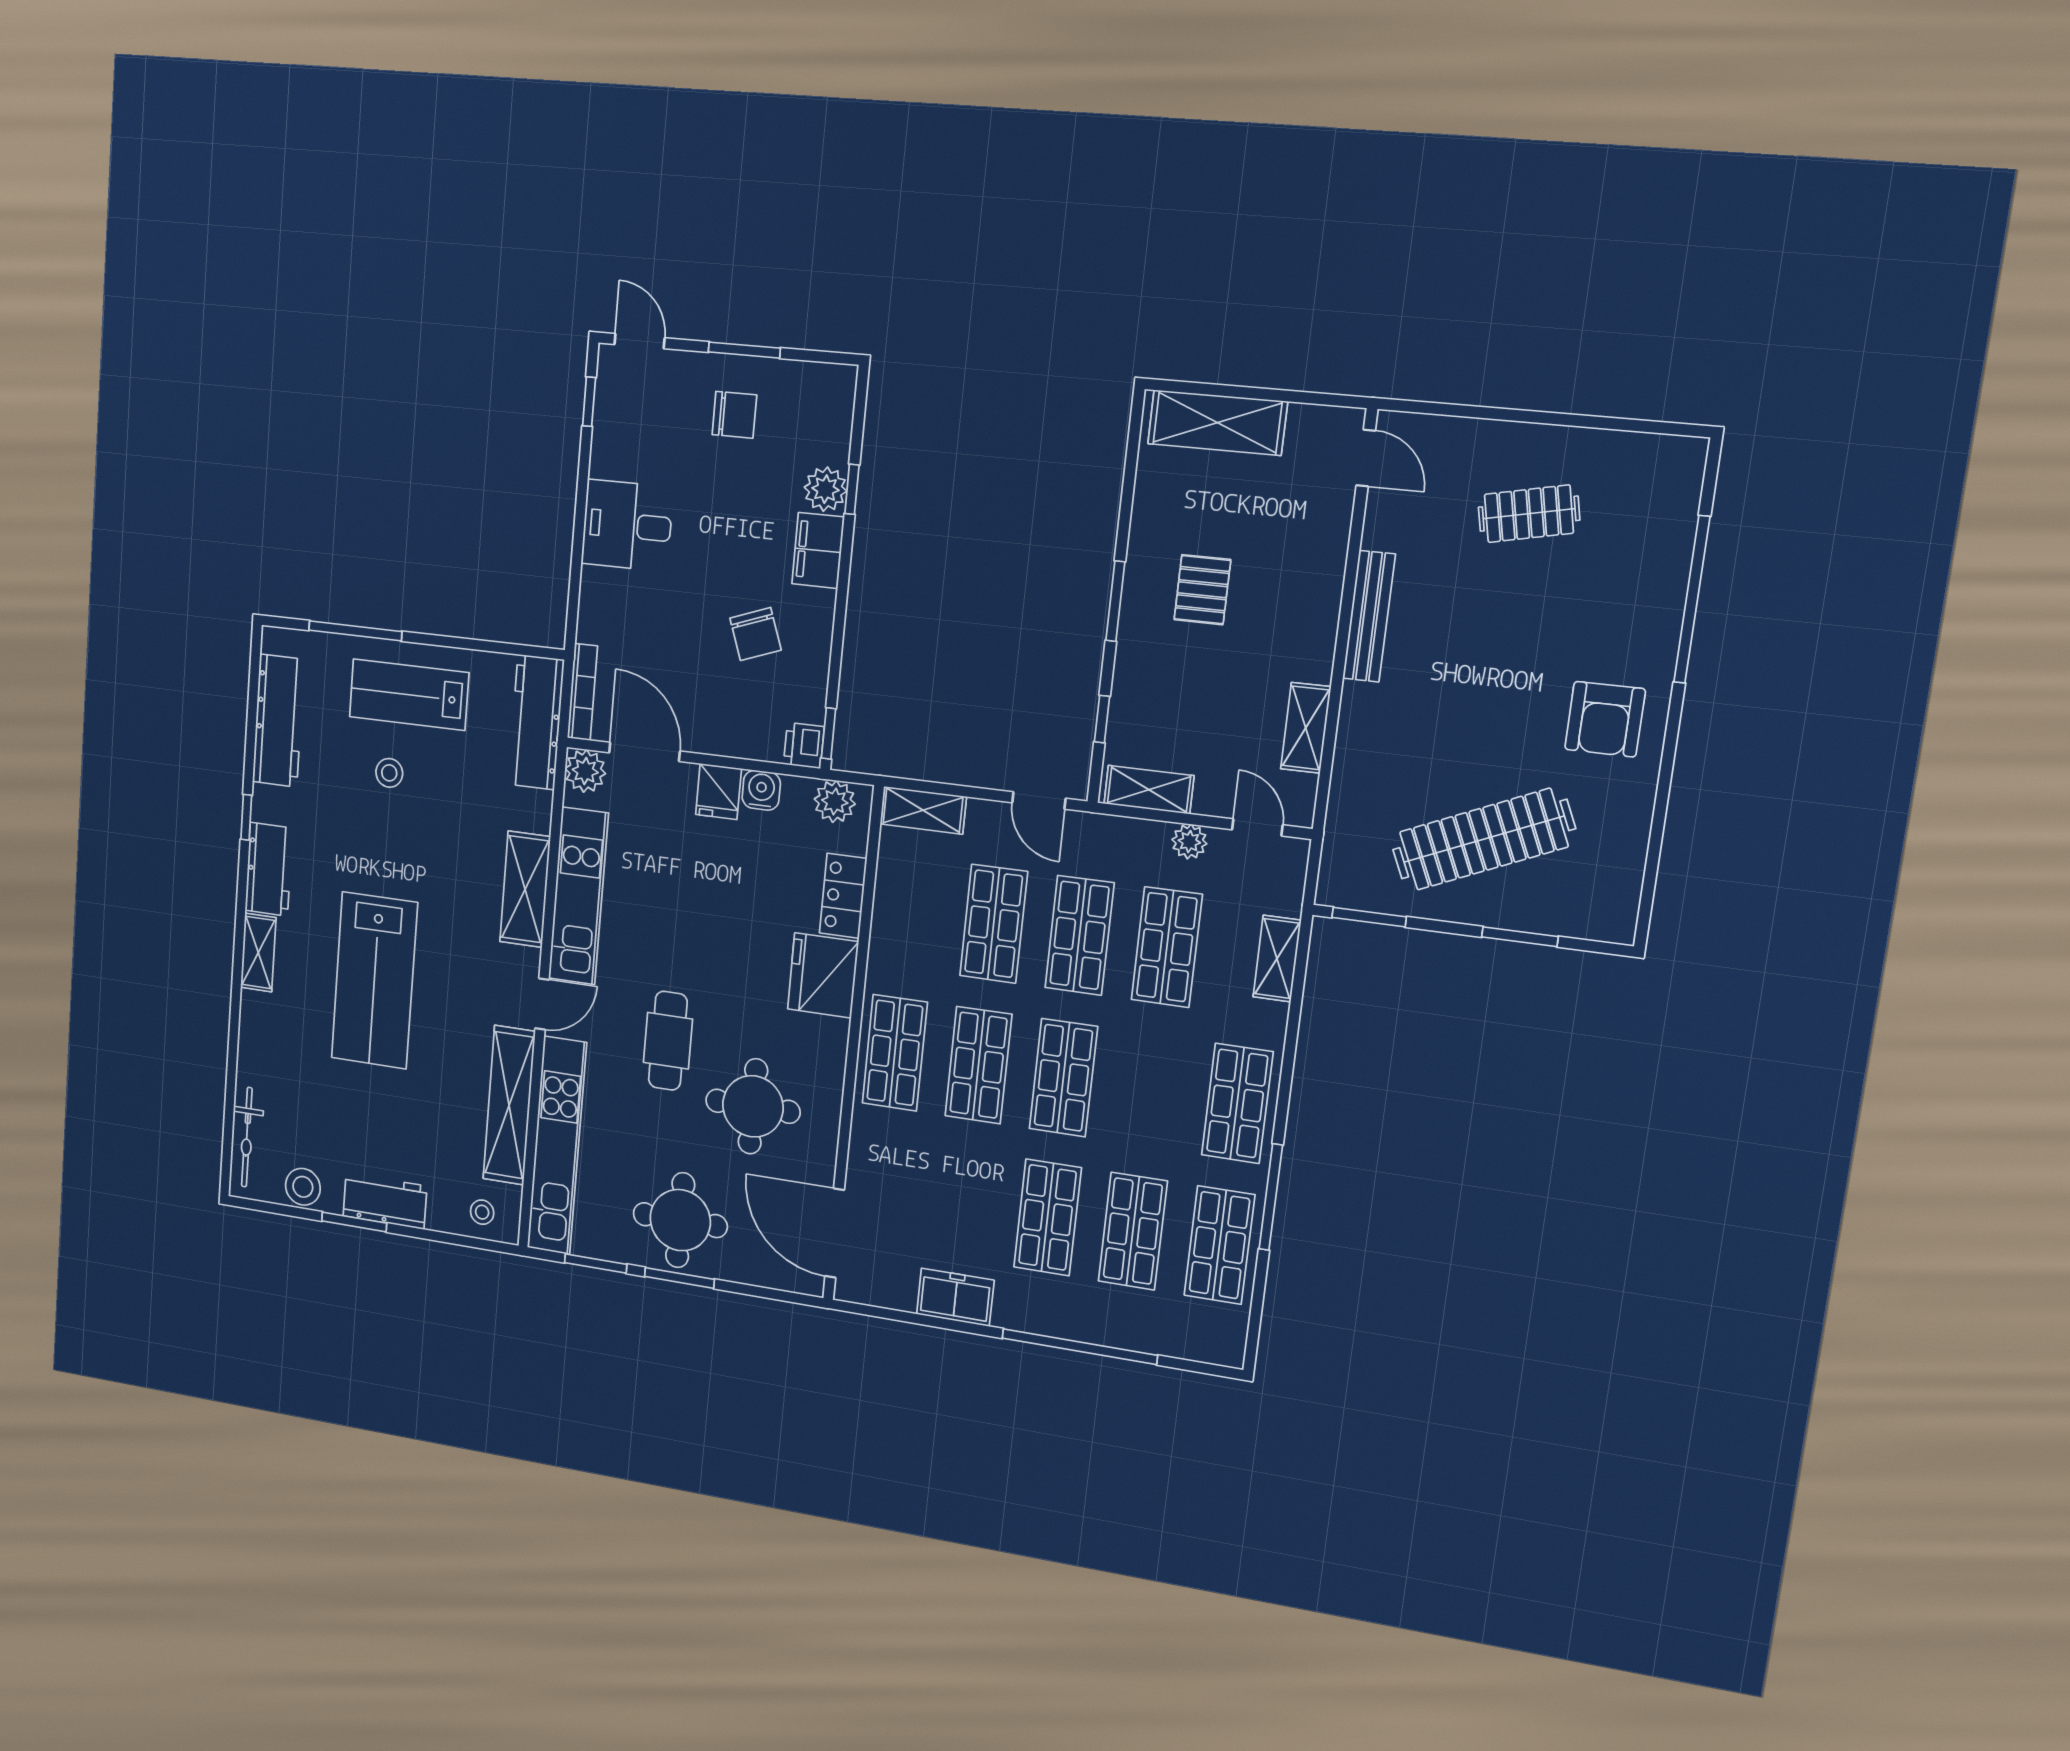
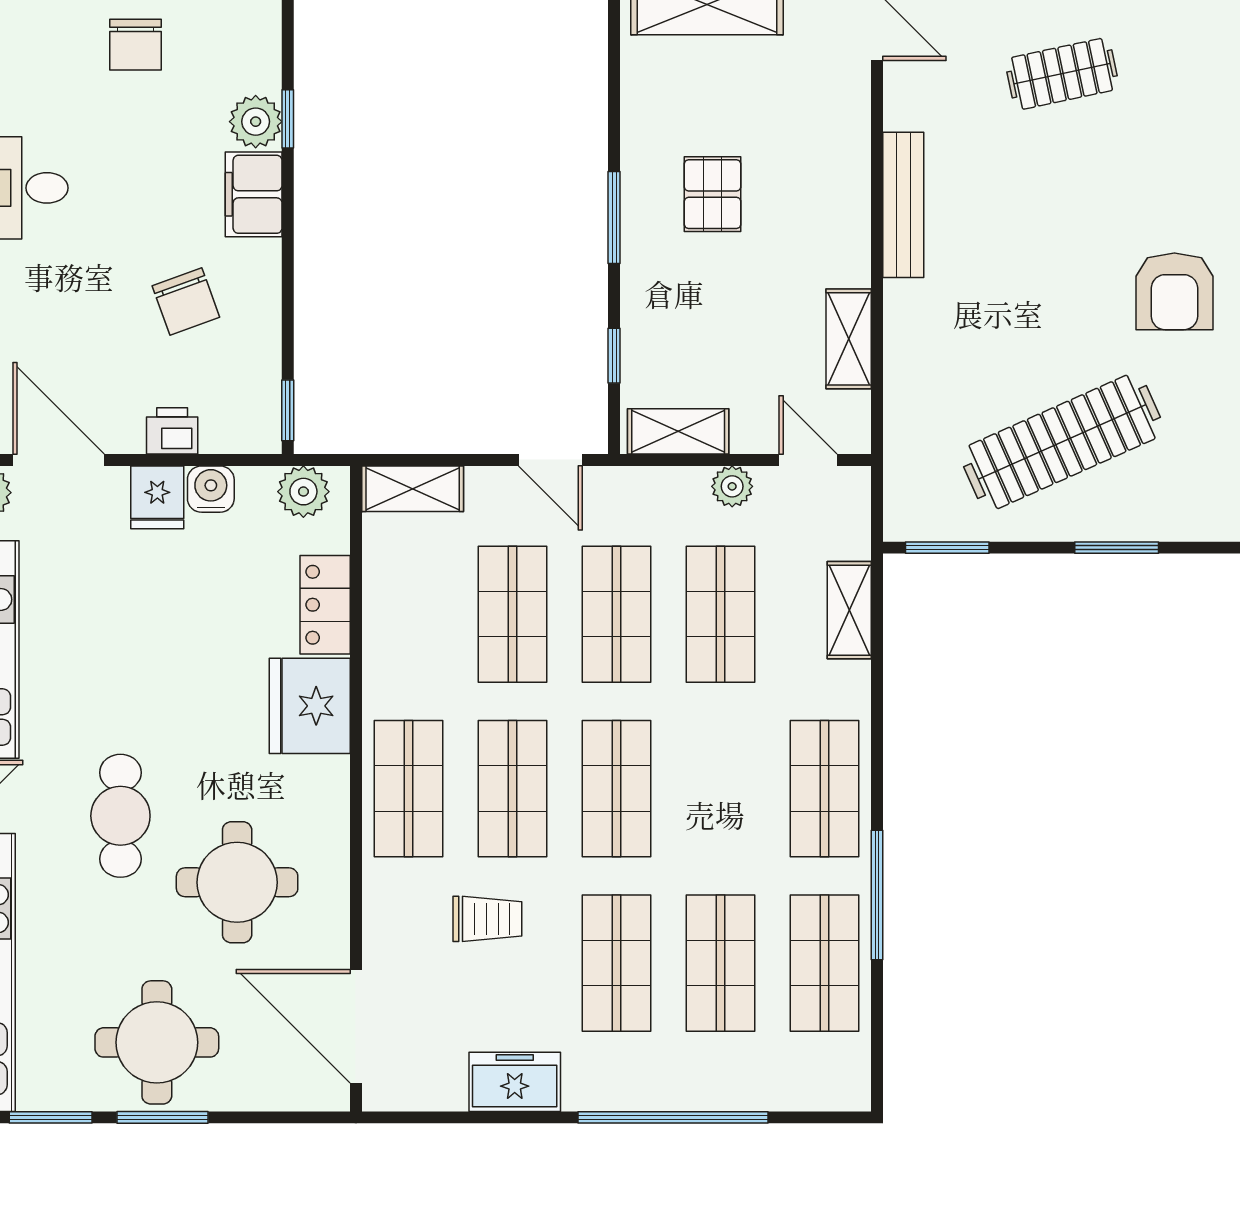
chair: (734, 415) -> (135, 45), turned 90
printer: (804, 746) -> (172, 431), moved, turned 90
trolley: (947, 1166) -> (487, 919), added

